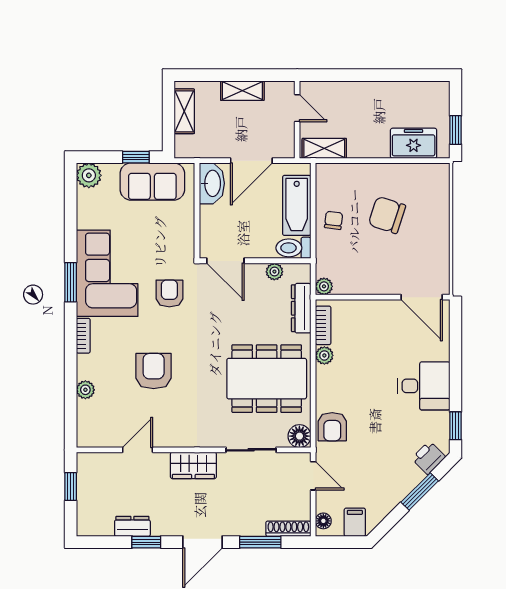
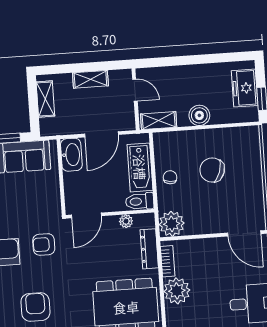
freezer: (414, 143) -> (245, 88), moved, turned -90
boiler: (376, 145) -> (199, 115), added
door: (225, 261) -> (86, 215), hinge flipped
plant: (324, 286) -> (172, 224), width x1.88, depth x1.88
armchair: (169, 293) -> (44, 244), turned -90
plant: (324, 355) -> (177, 291), width x1.88, depth x1.88

